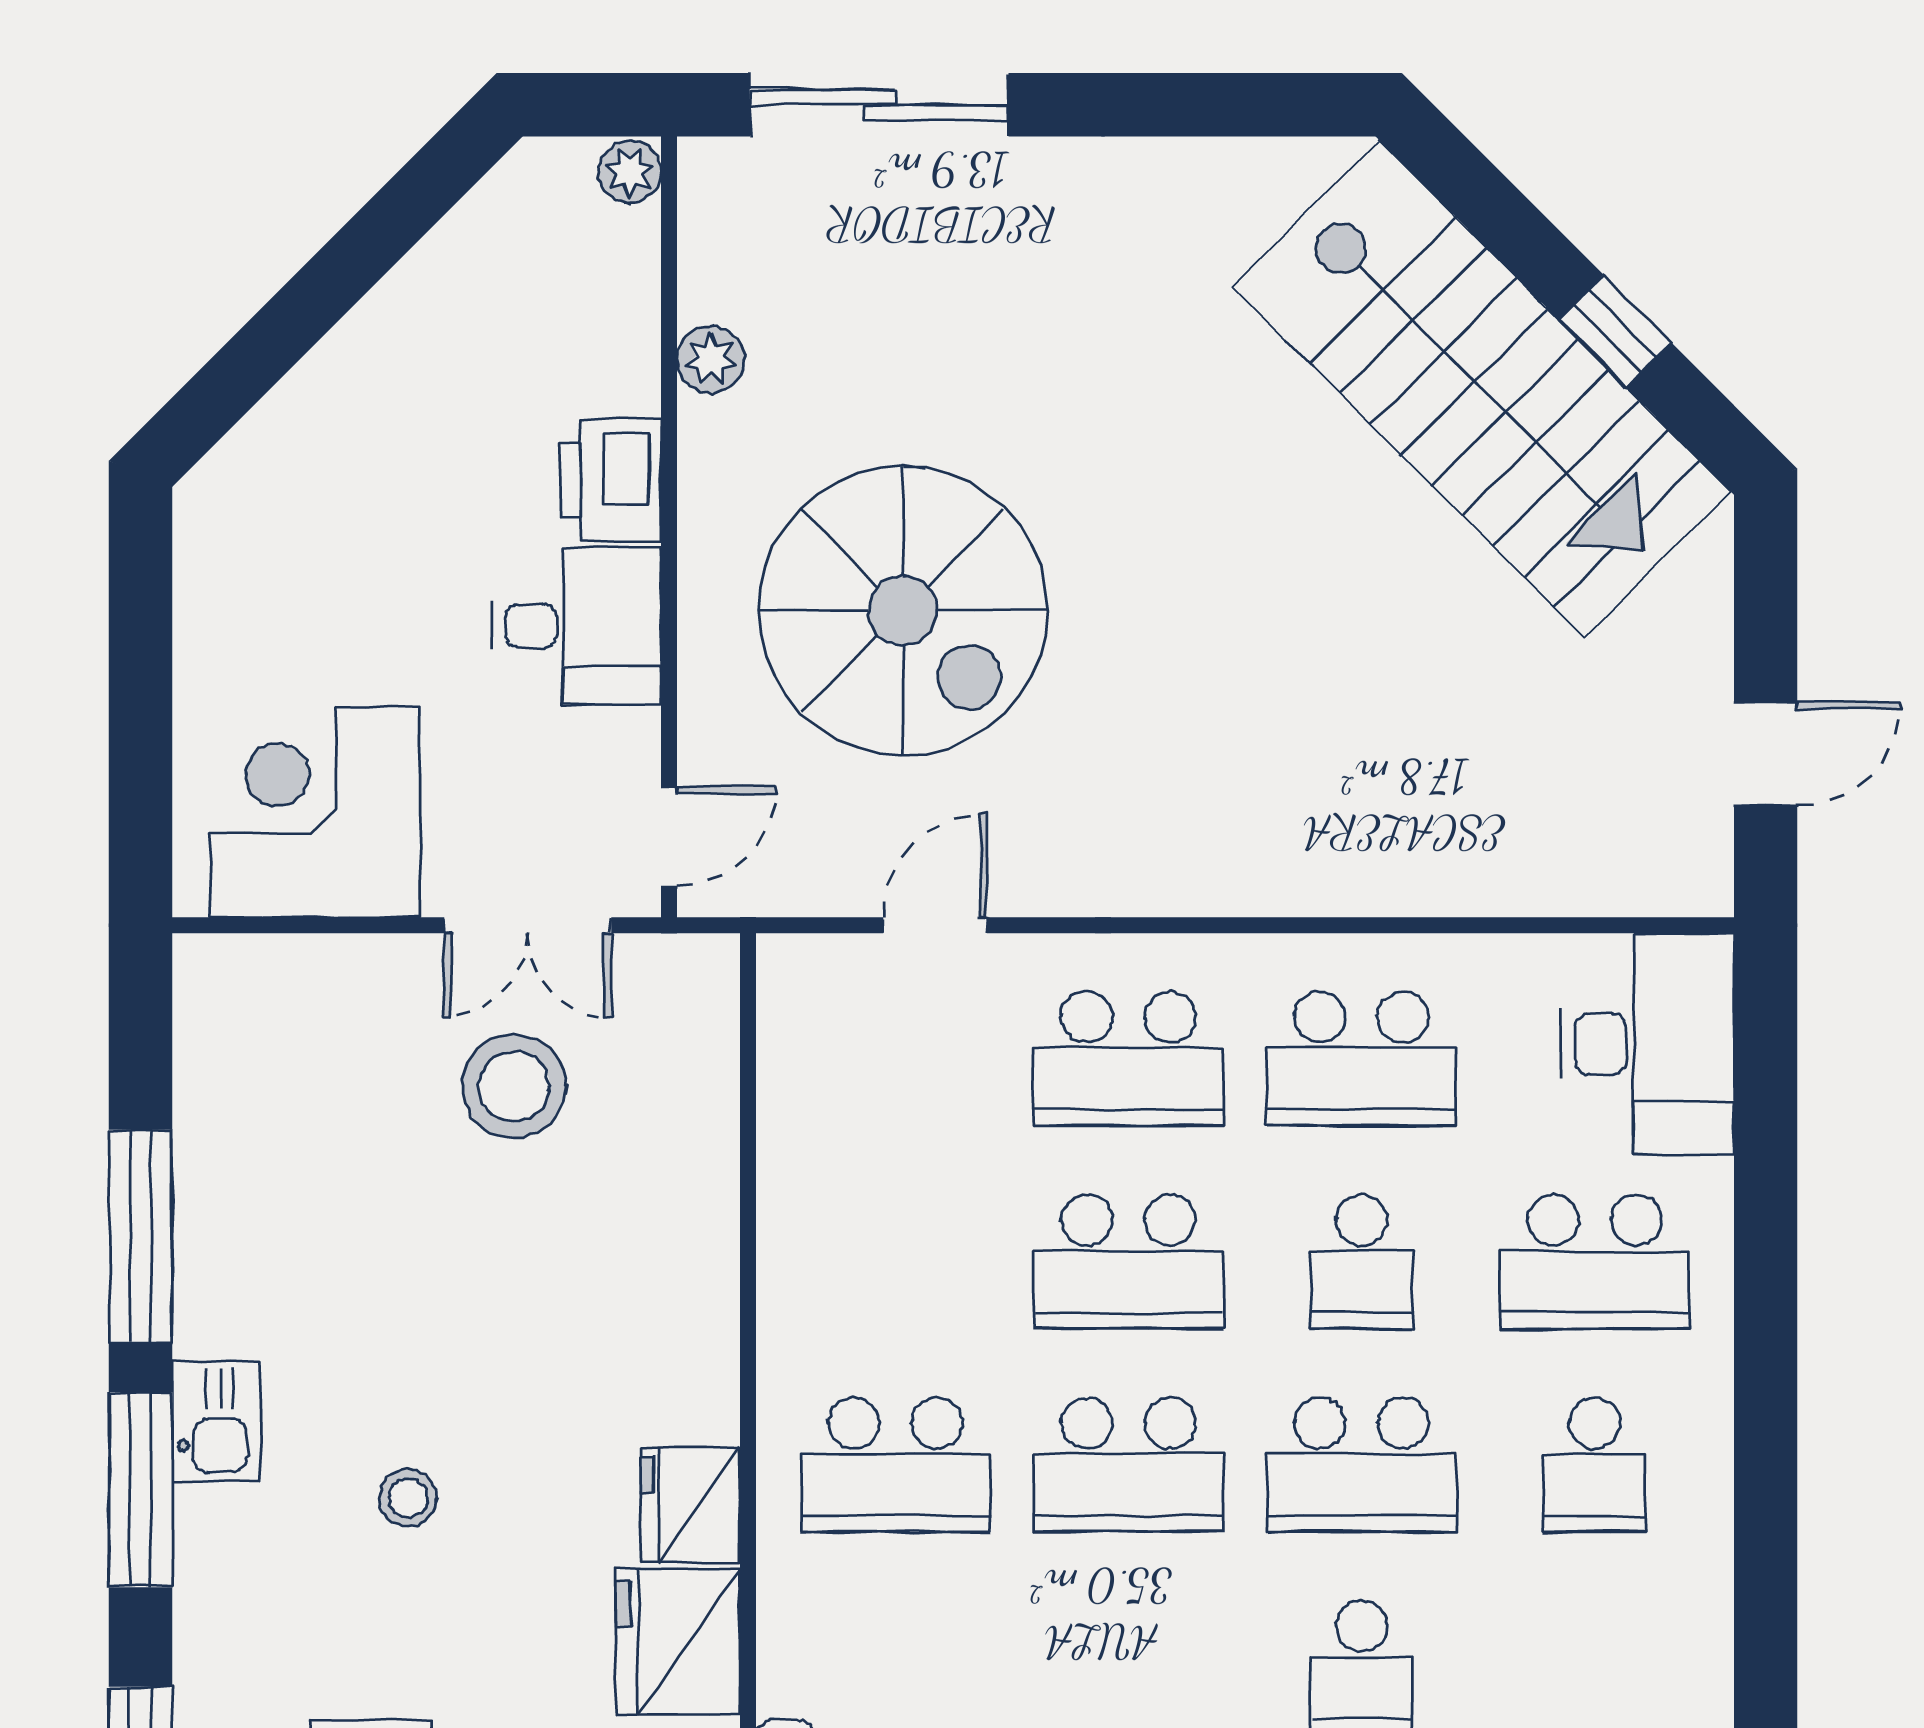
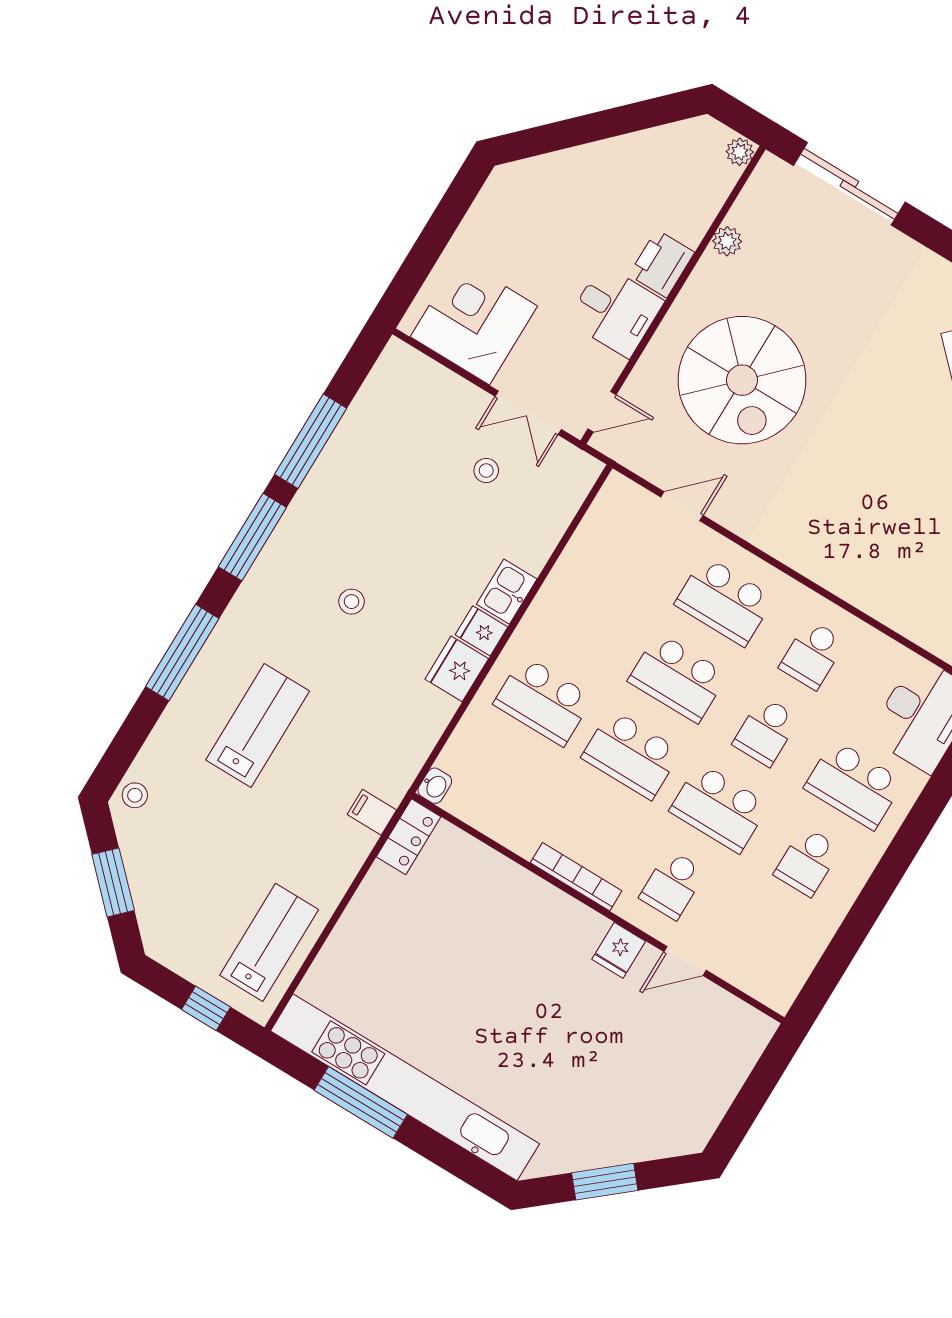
school desk: (1362, 1059) -> (812, 655), width x0.54
stool: (514, 1086) -> (486, 470), width x0.53, depth x0.53
kitchen sink: (216, 1421) -> (507, 592), moved, turned 180
fridge: (678, 1642) -> (481, 631), moved, width x0.53, depth x0.75

